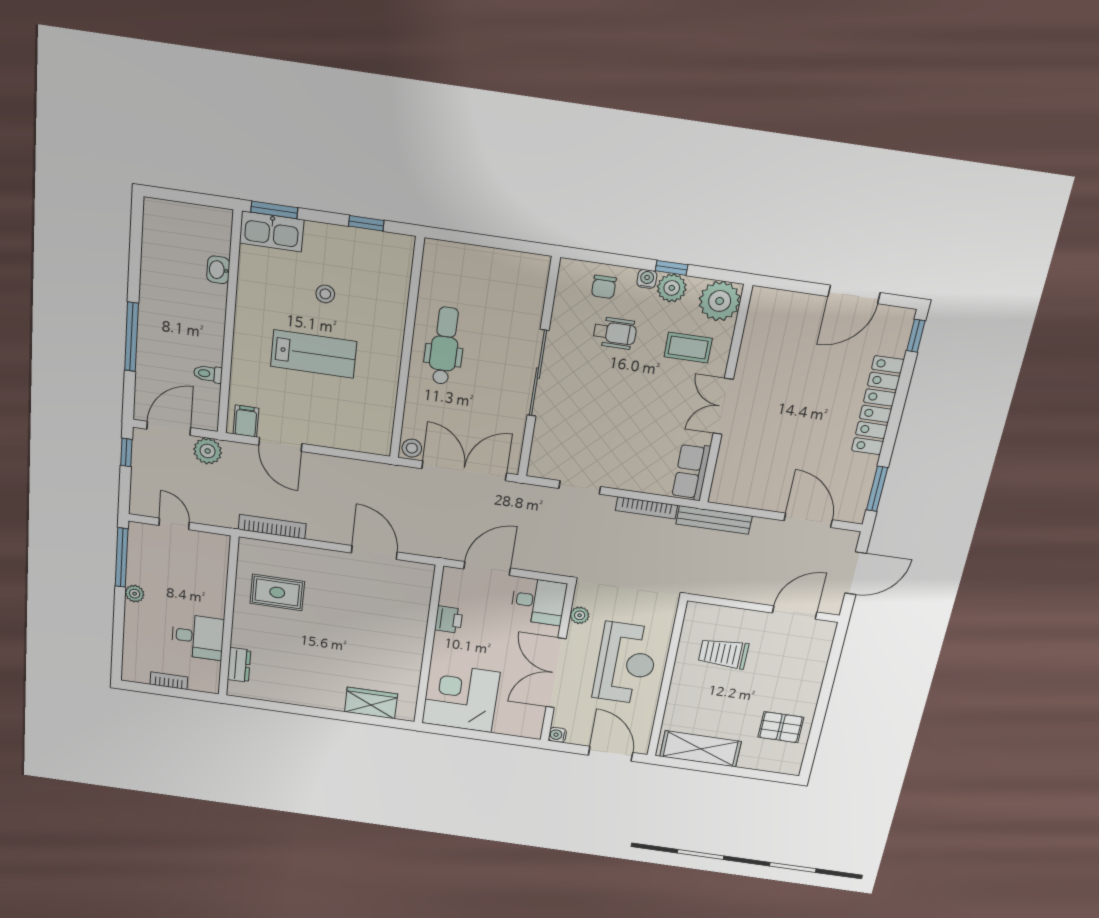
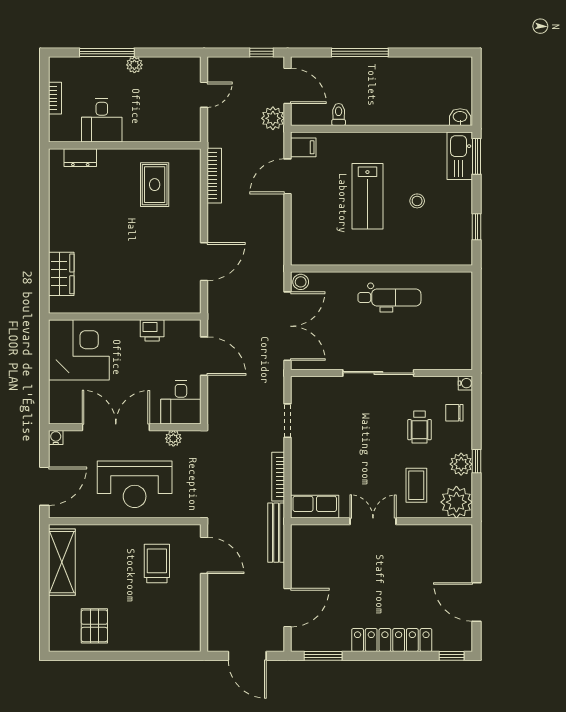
washbasin: (218, 270) -> (460, 117), moved
water cooler: (647, 279) -> (465, 383), moved
window: (122, 558) -> (107, 52), moved
door: (795, 613) -> (204, 555), moved

